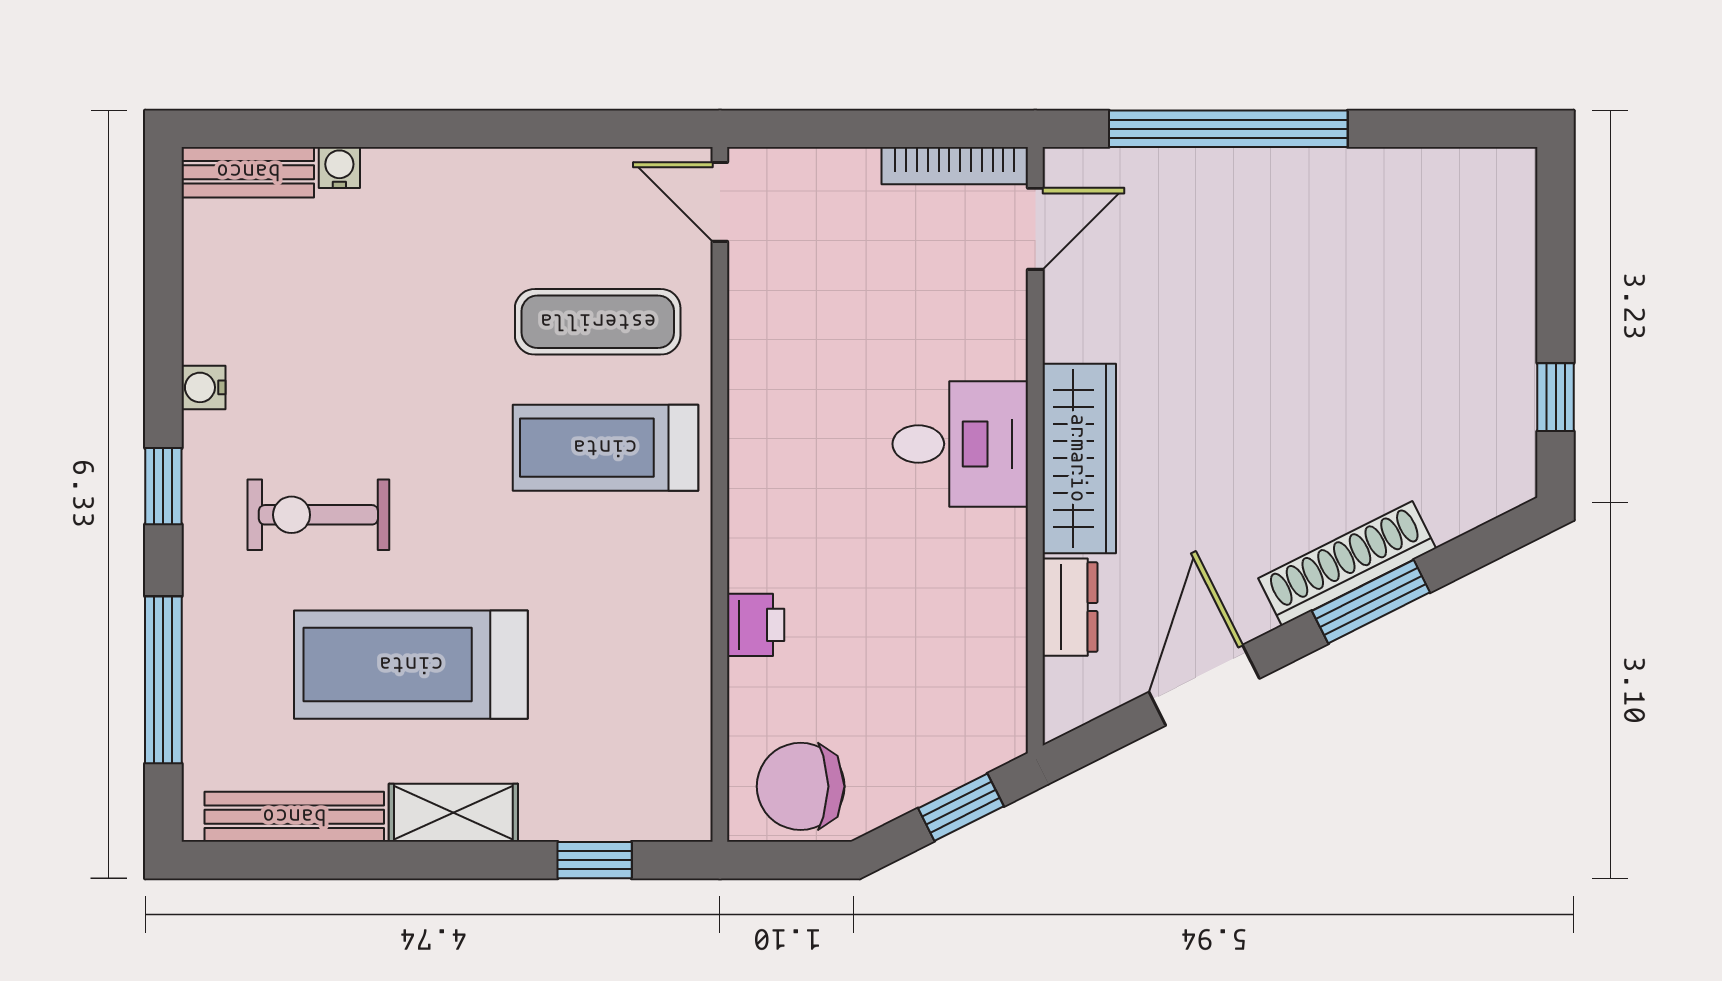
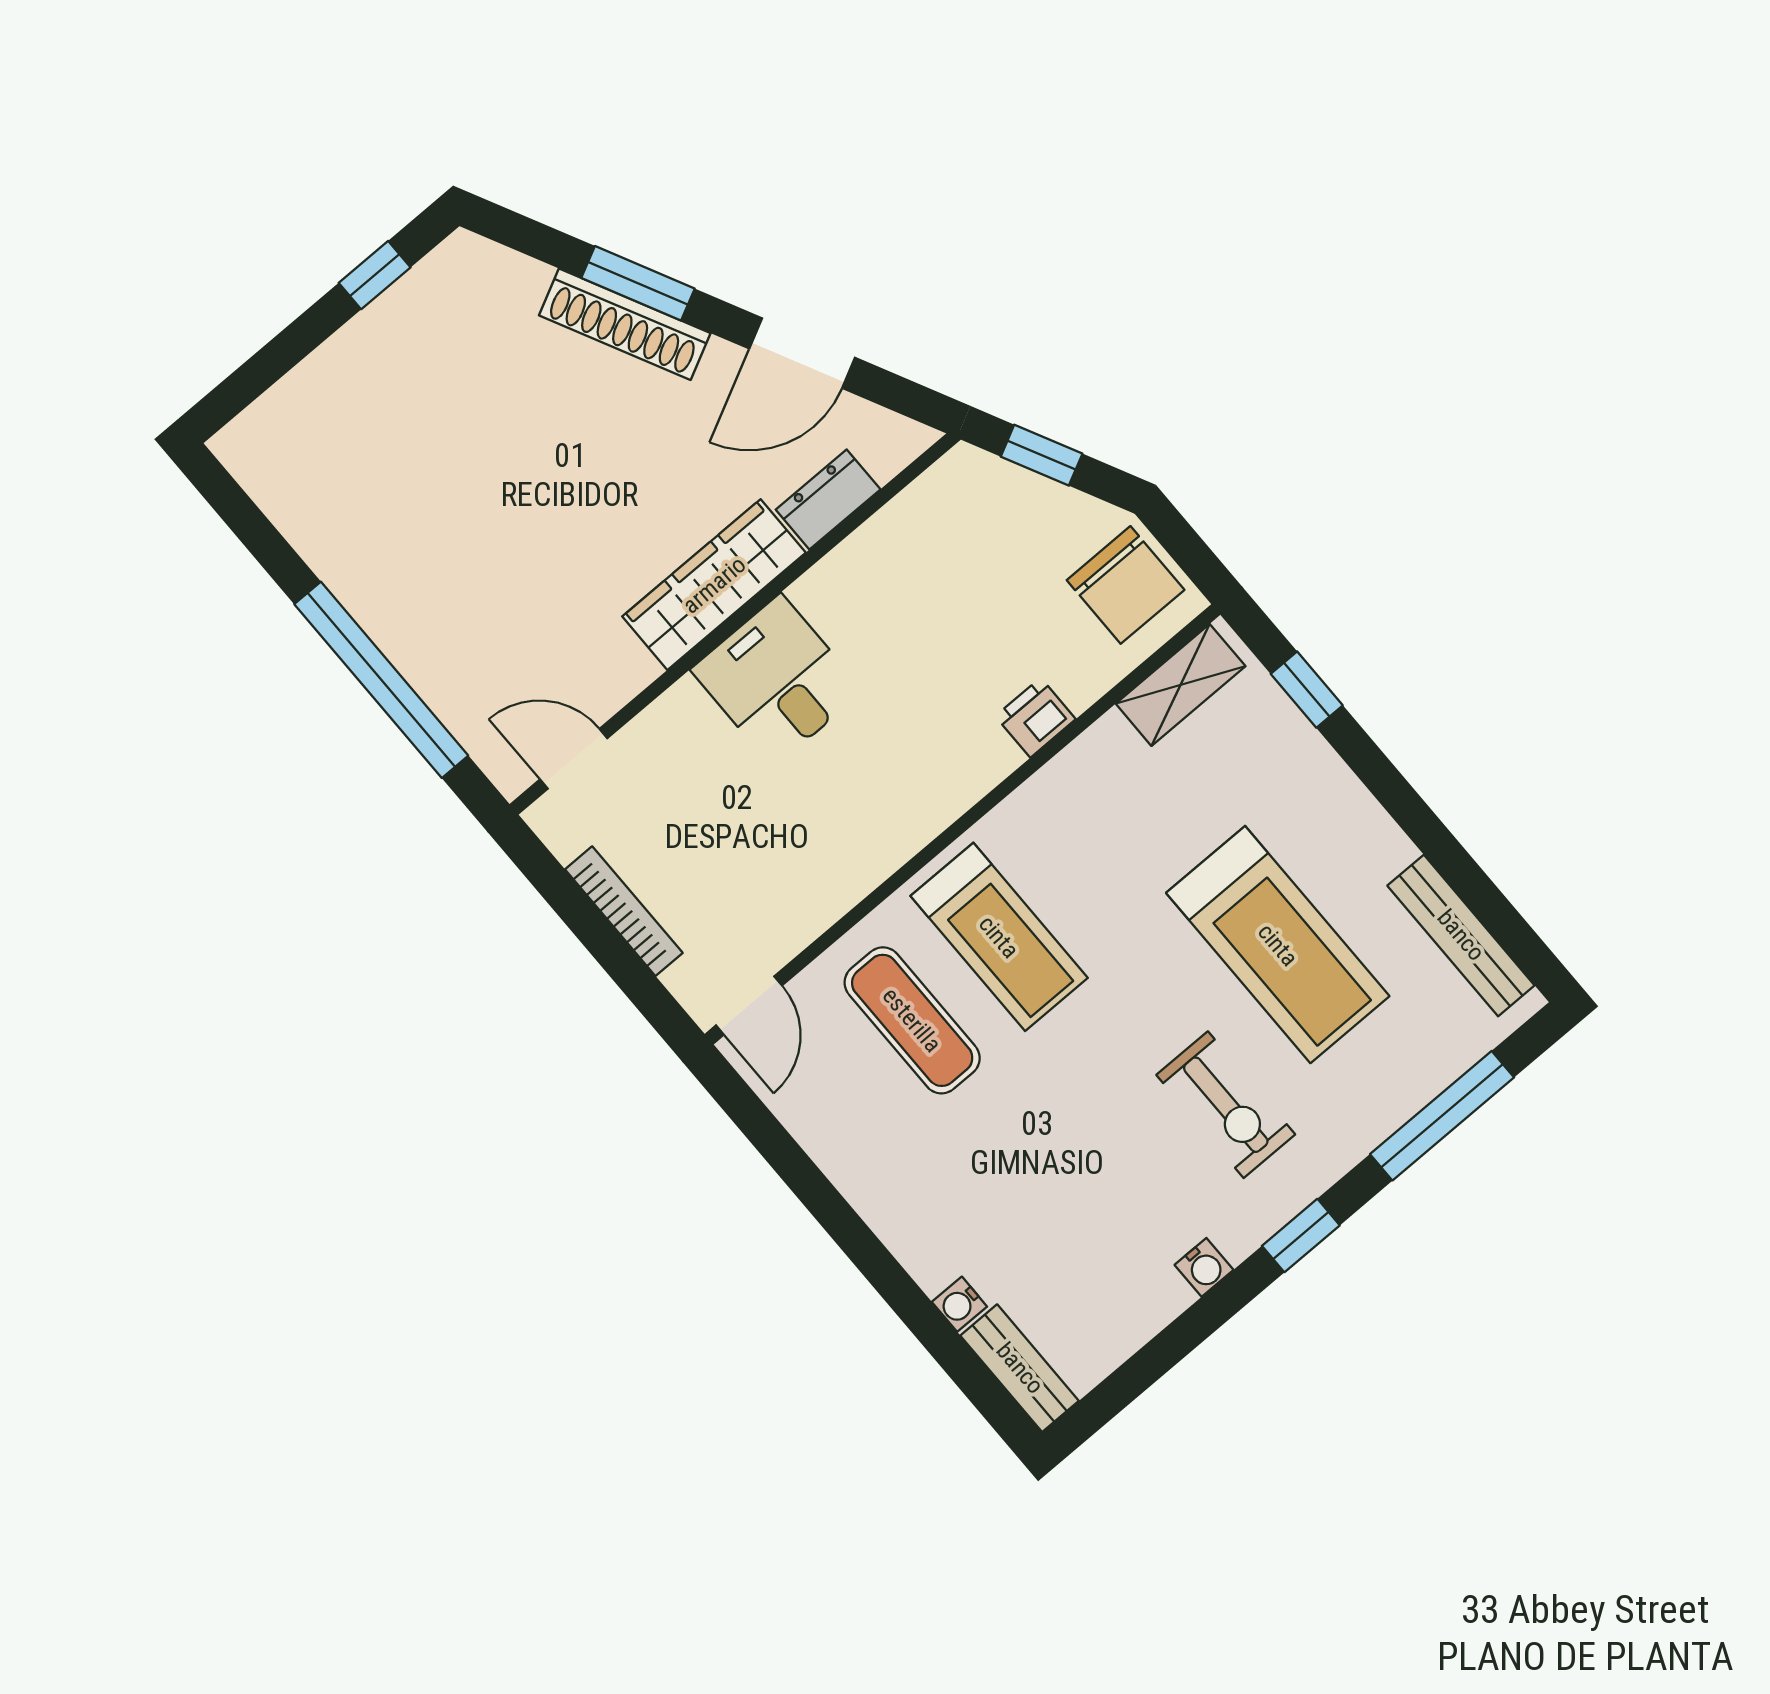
bookcase: (955, 166) -> (624, 911), moved
shelving: (453, 813) -> (1181, 685), moved, turned 90

